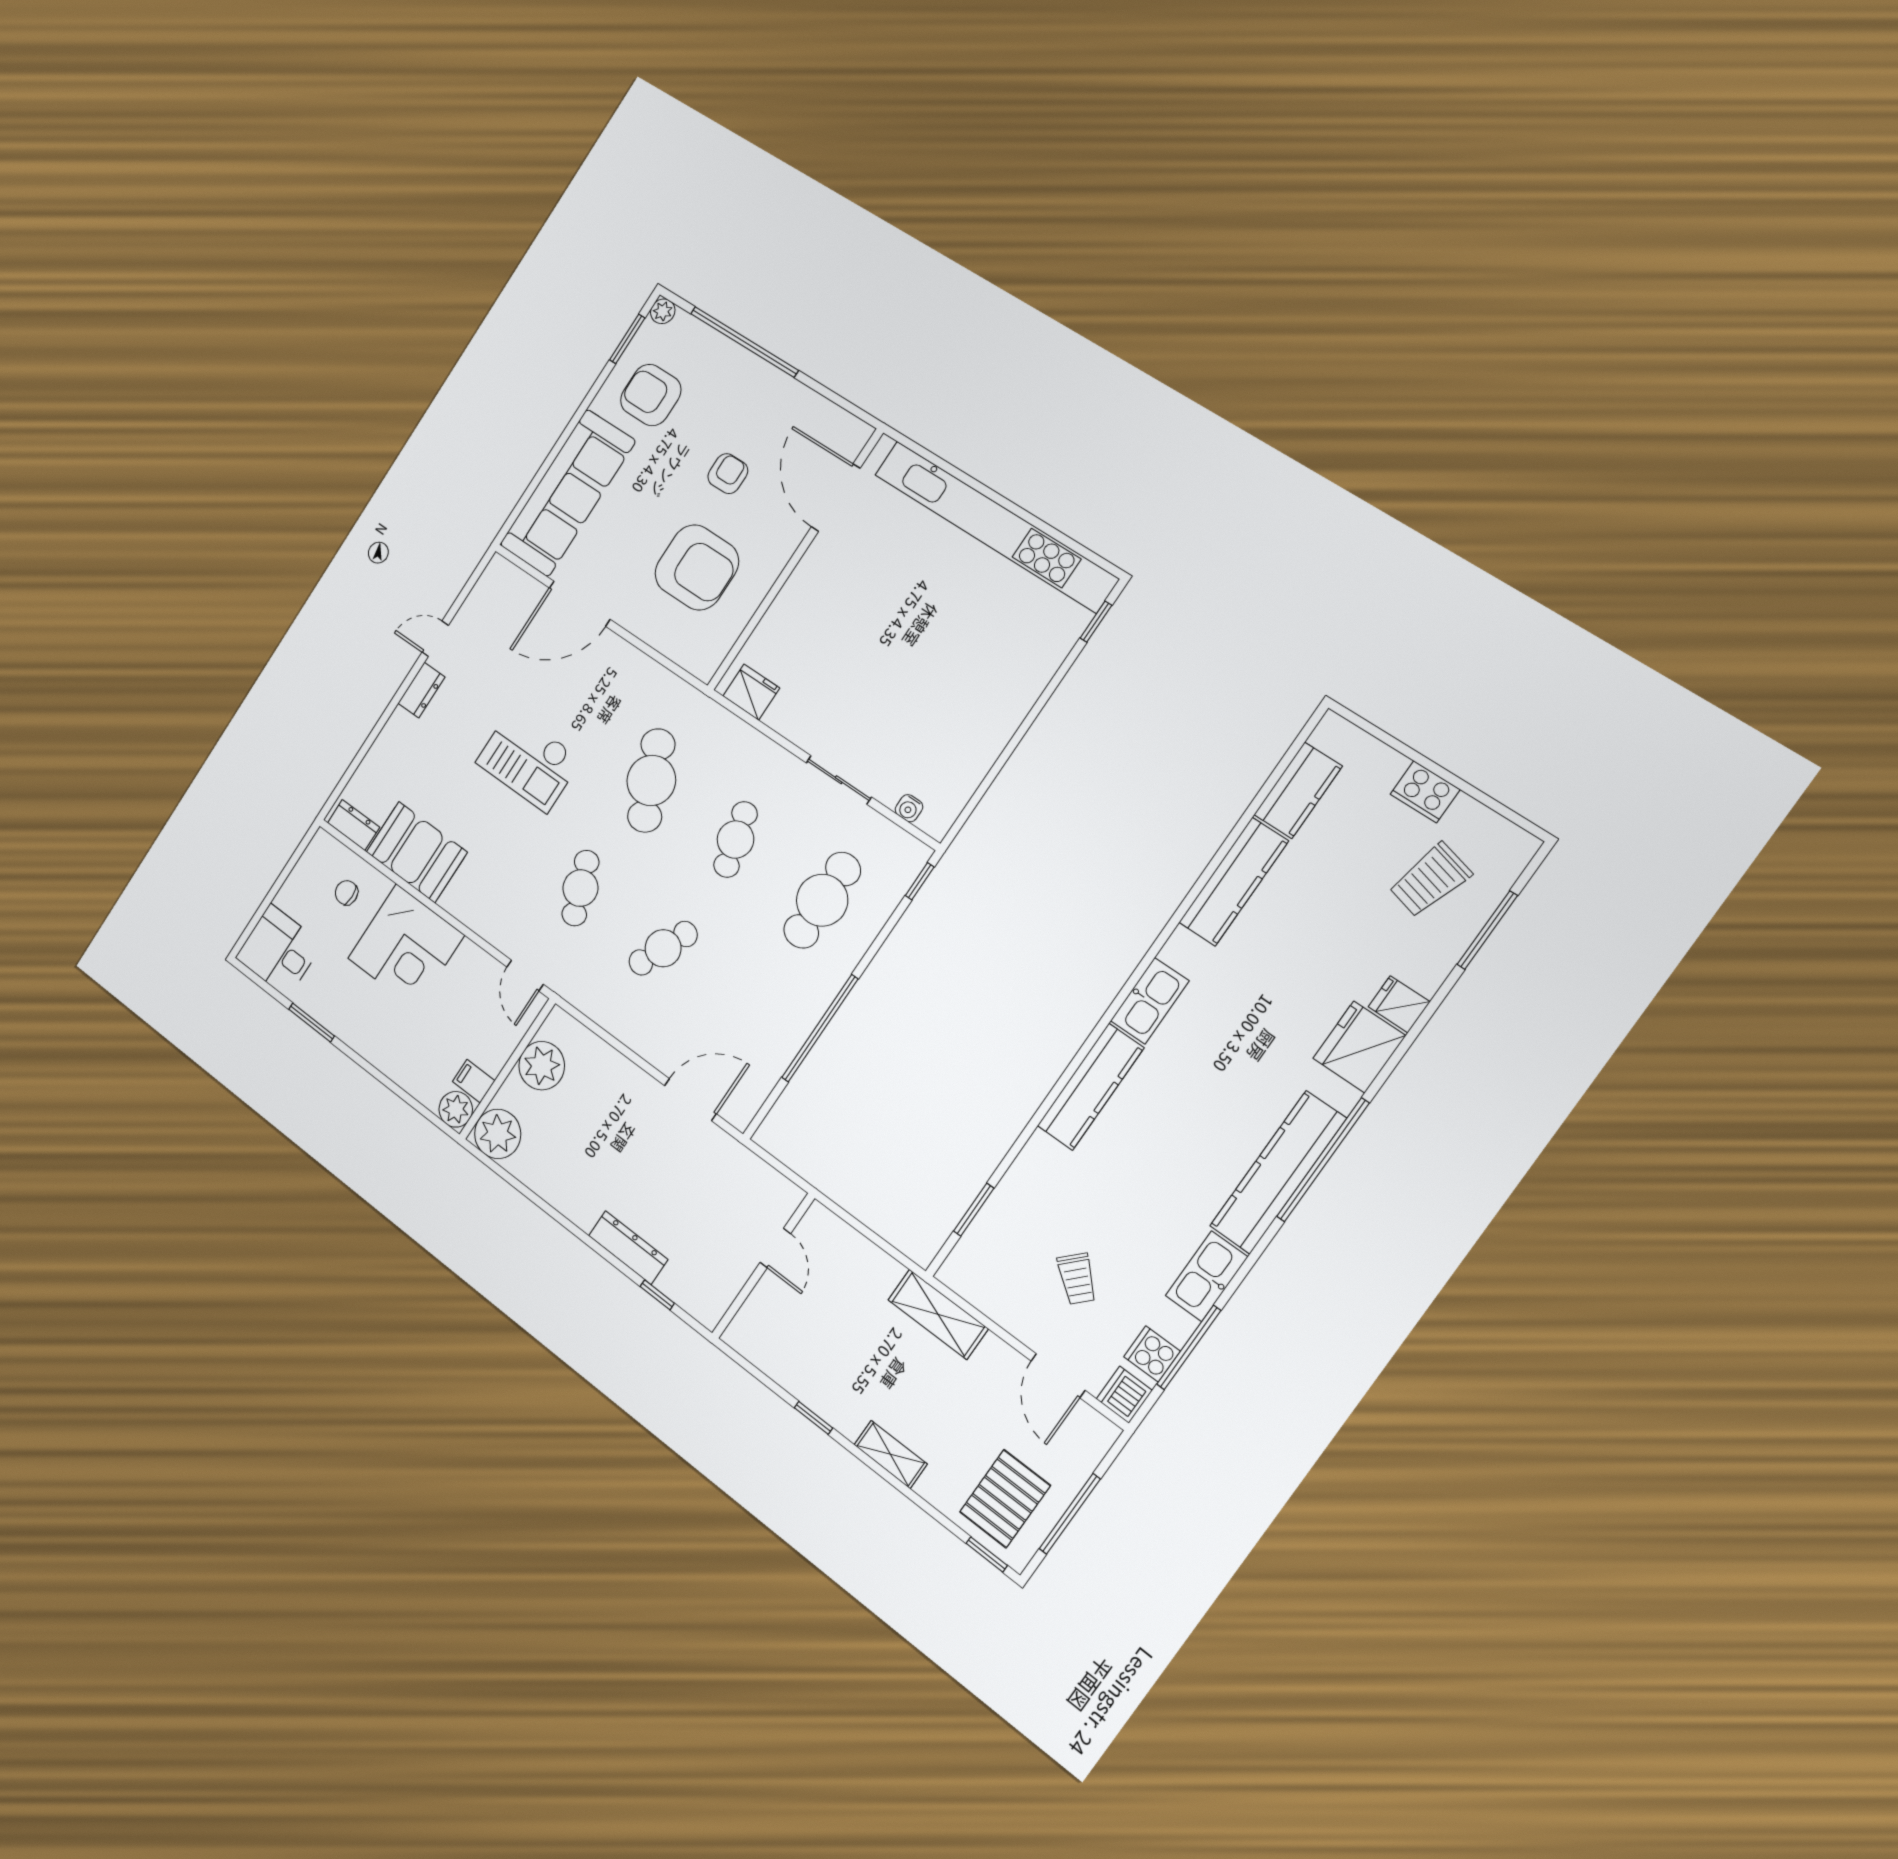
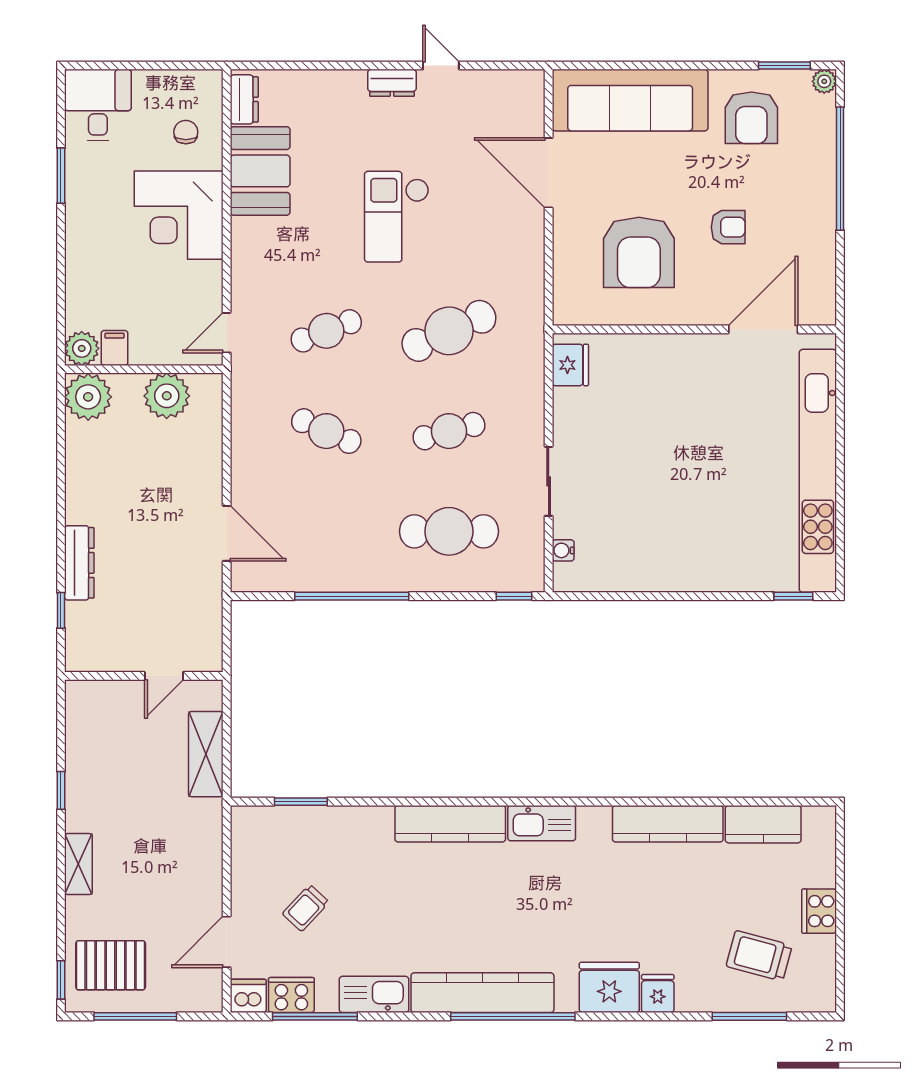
armchair: (651, 395) -> (751, 118), turned 180
shelving: (938, 1314) -> (206, 754), moved
cooker: (1152, 1354) -> (291, 995), width x1.36

